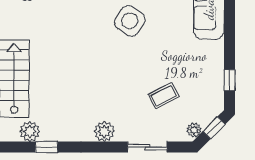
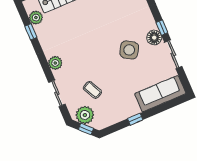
window: (230, 80) -> (135, 119), moved
plant: (194, 130) -> (85, 115), width x1.88, depth x1.88

